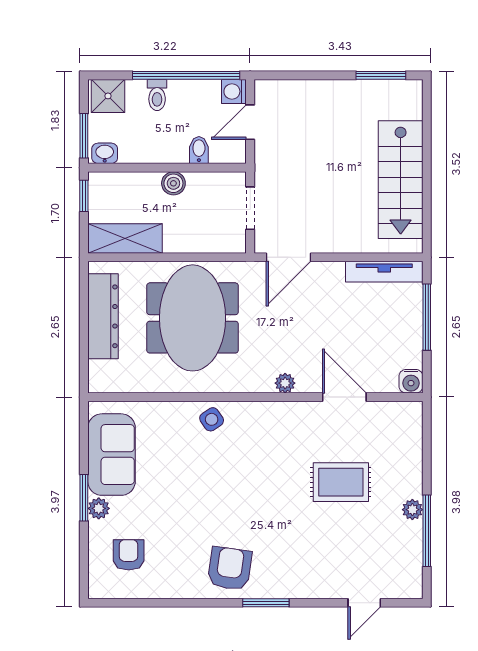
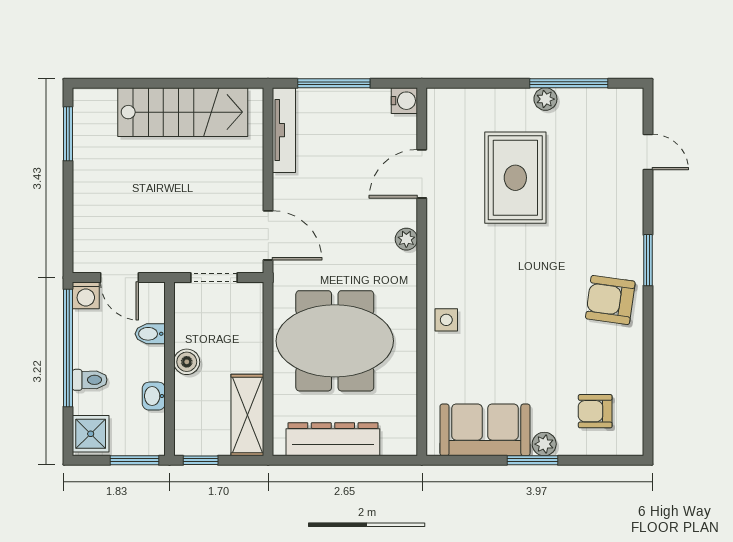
washbasin: (105, 153) -> (154, 396), moved
side table: (212, 419) -> (446, 320), turned 34
rug: (341, 482) -> (515, 178), width x1.36, depth x1.43

